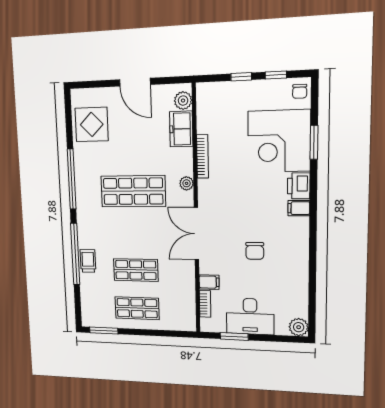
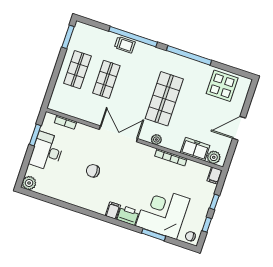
filing cabinet: (209, 282) -> (215, 176), moved

